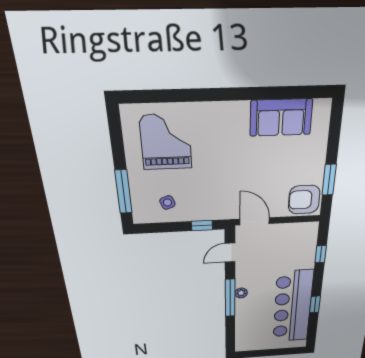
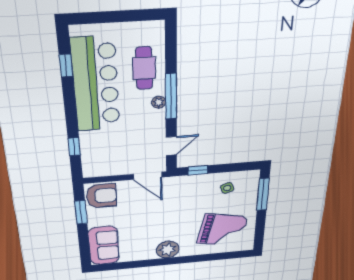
plant: (235, 115) -> (168, 250), added
sofa: (281, 118) -> (104, 246), moved, turned 90
grand piano: (166, 142) -> (222, 230), turned -78
window: (315, 304) -> (66, 66), moved
cafe table: (252, 319) -> (144, 68), added

